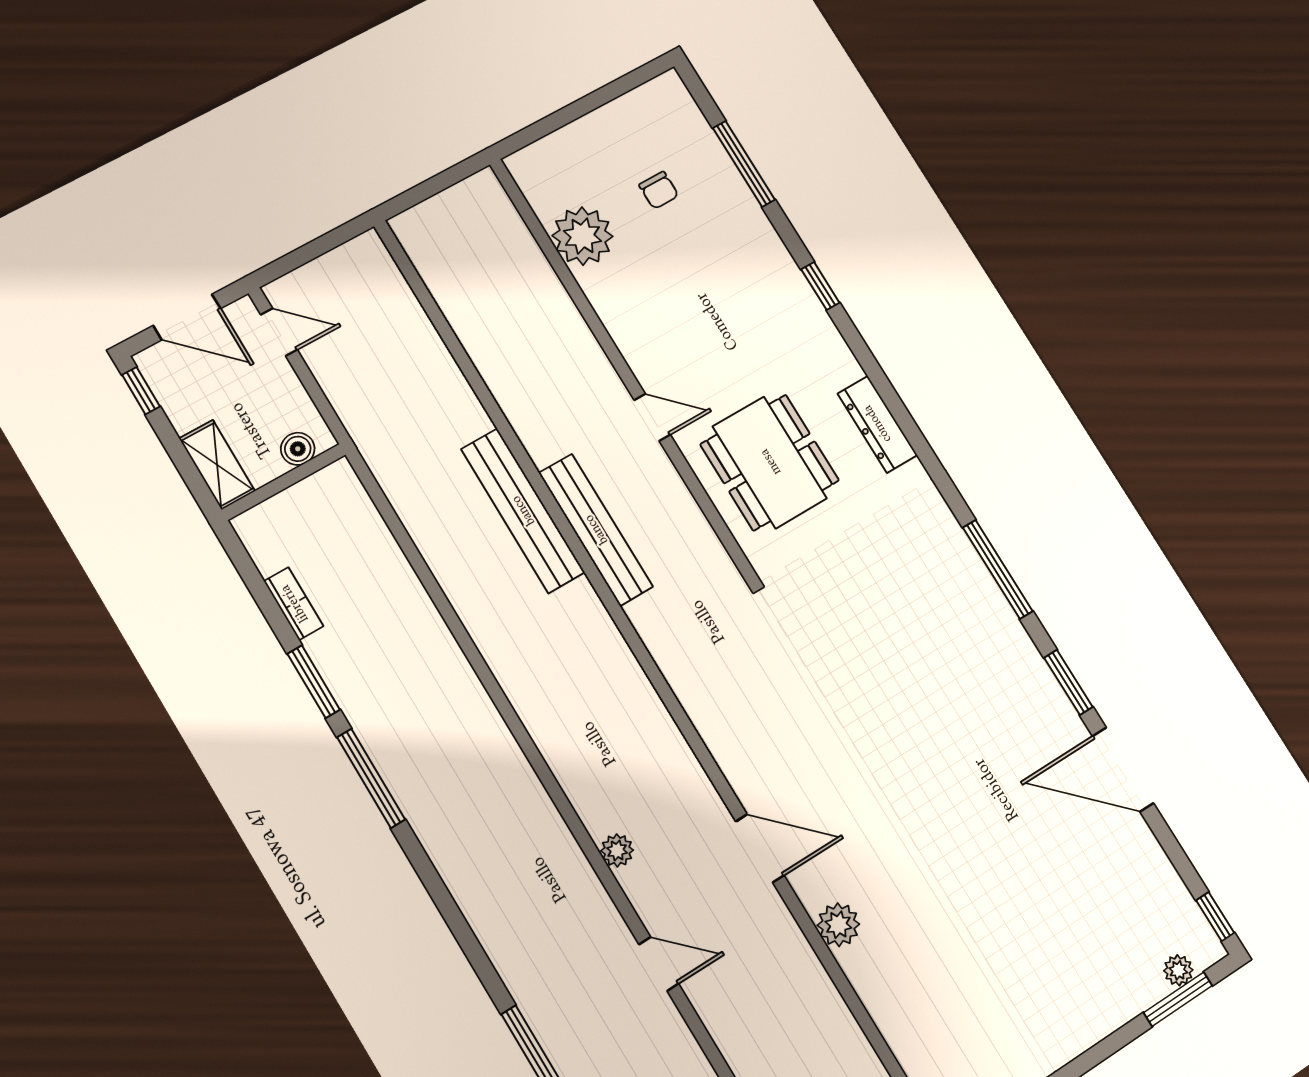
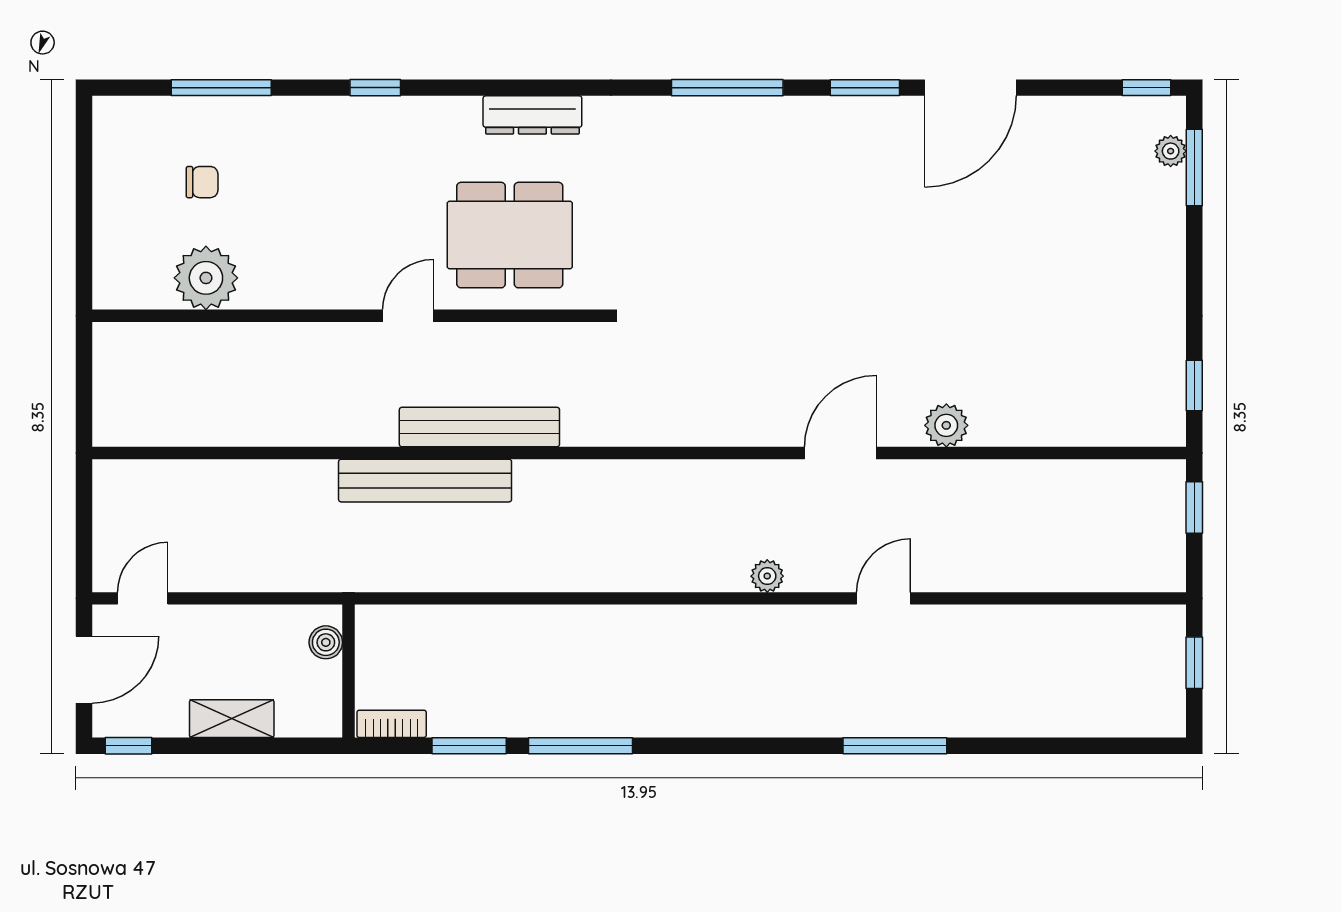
boiler: (298, 449) -> (326, 642), moved
wall: (284, 482) -> (348, 671), moved

